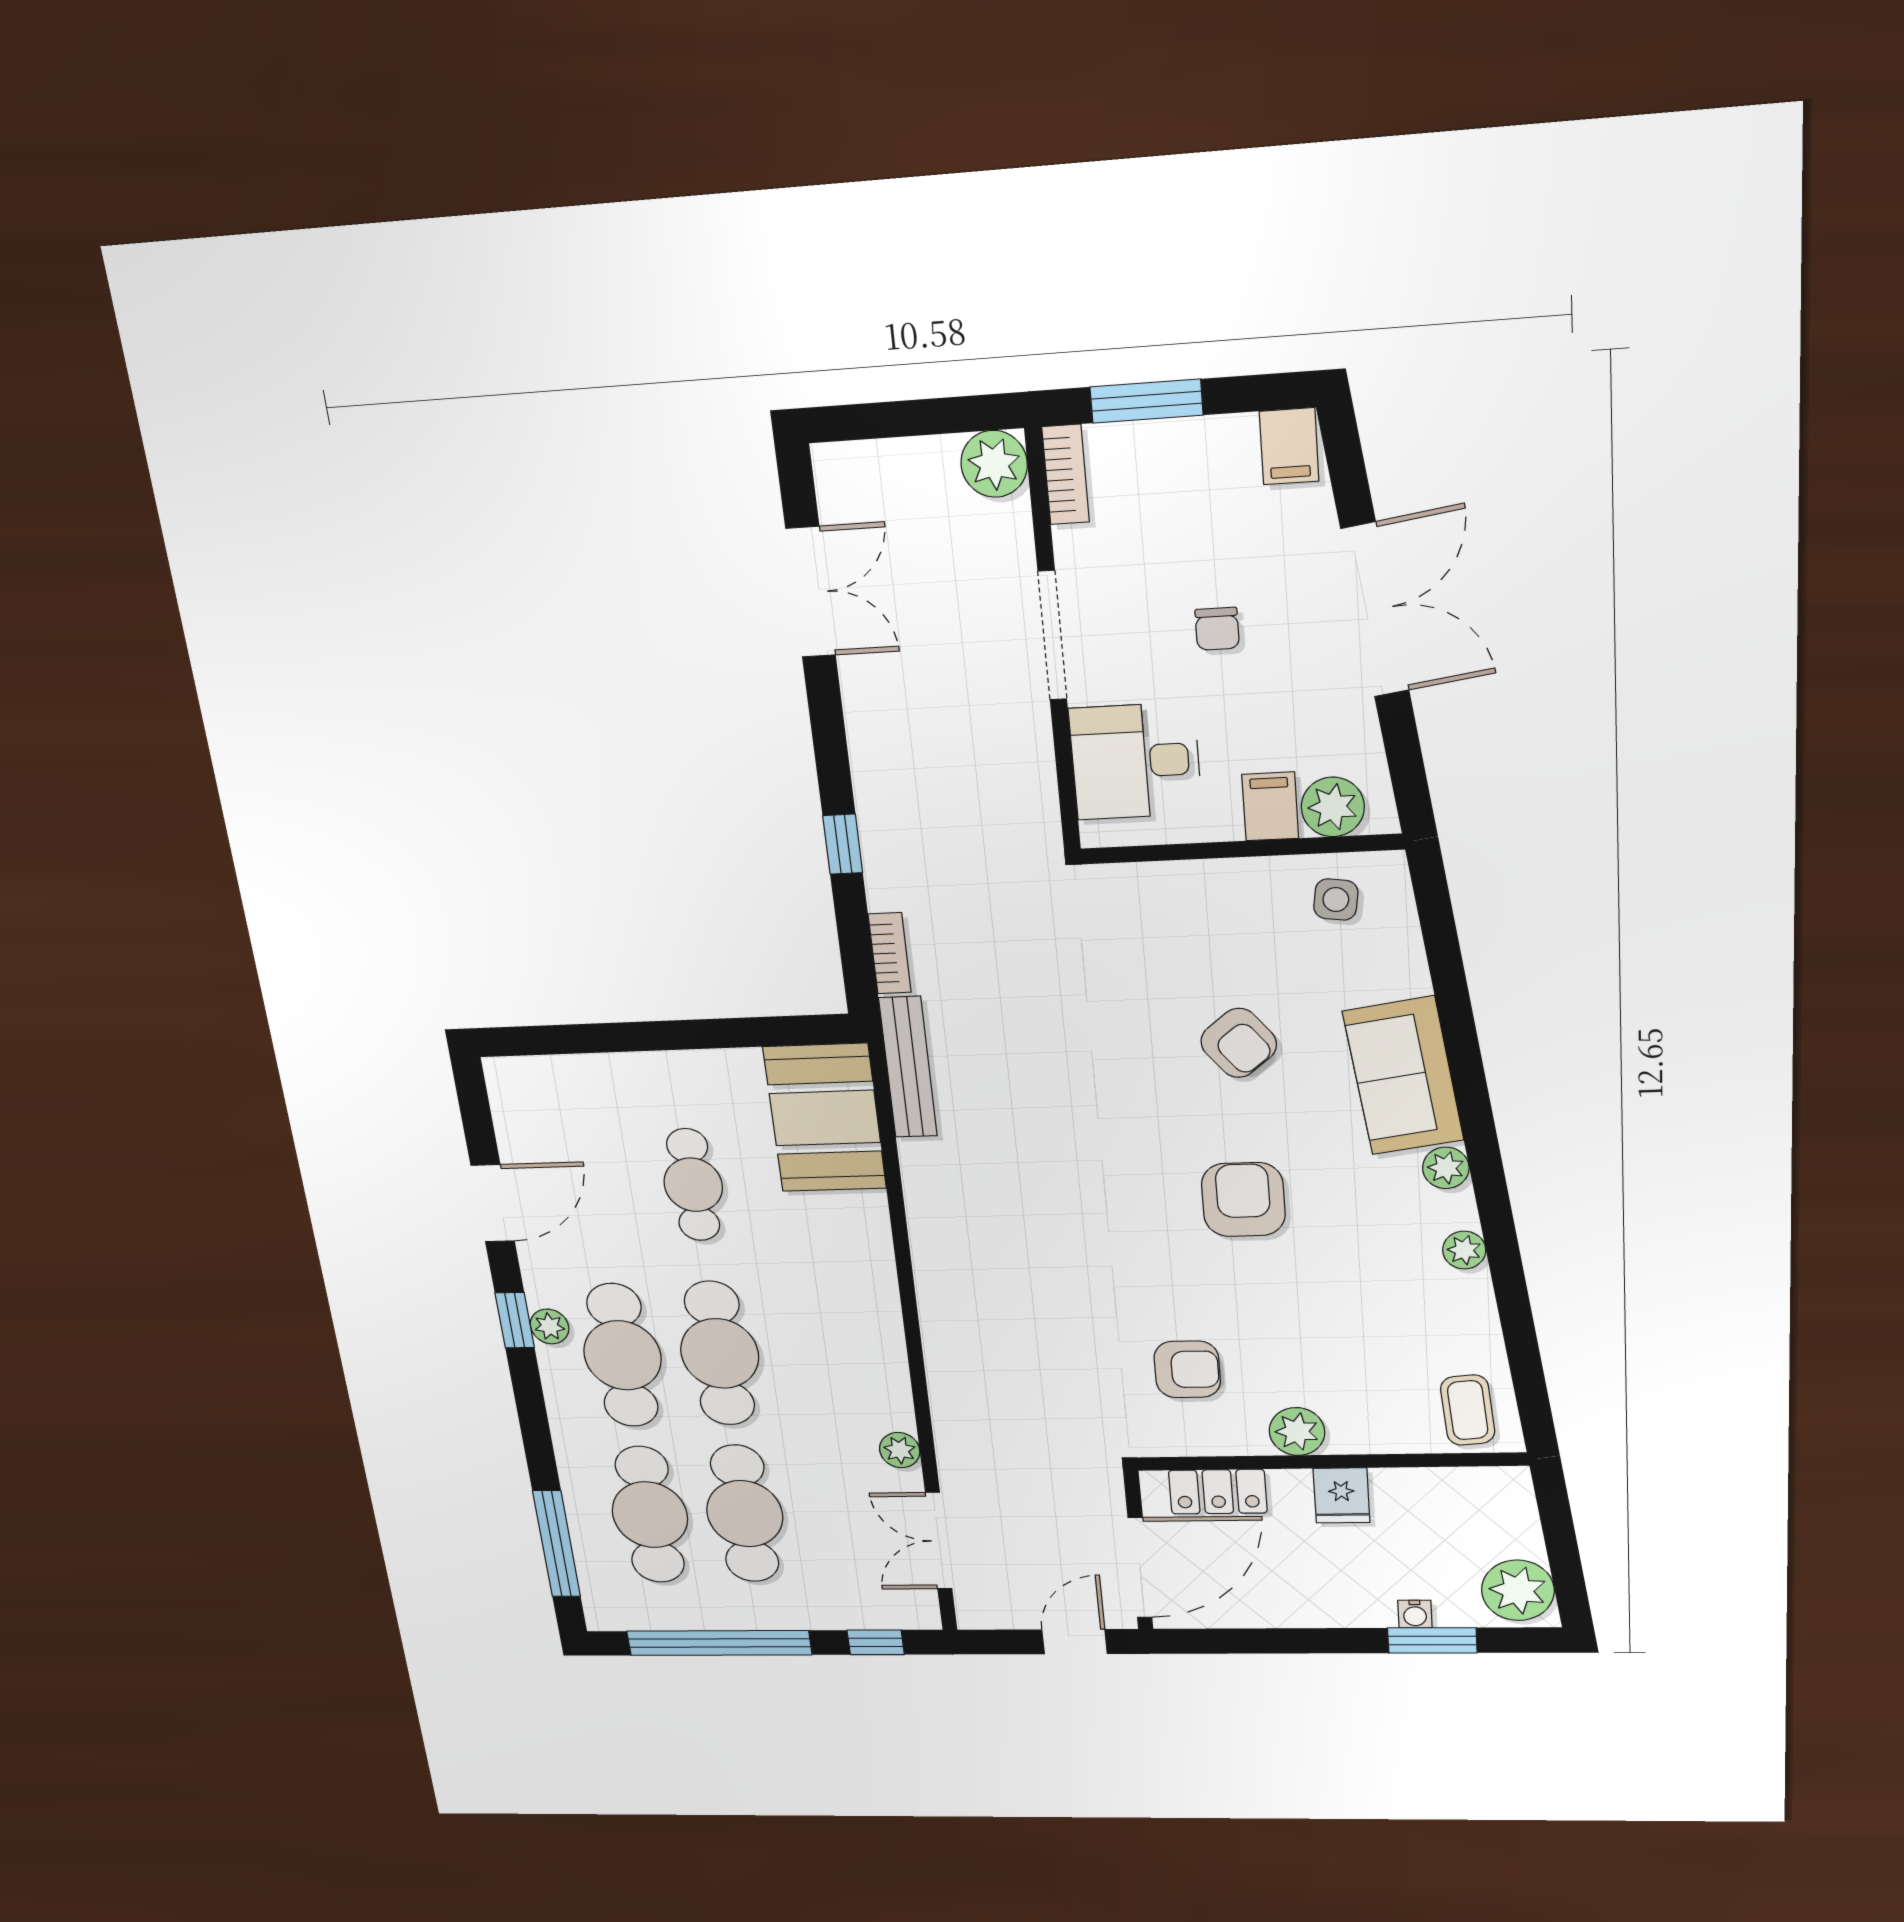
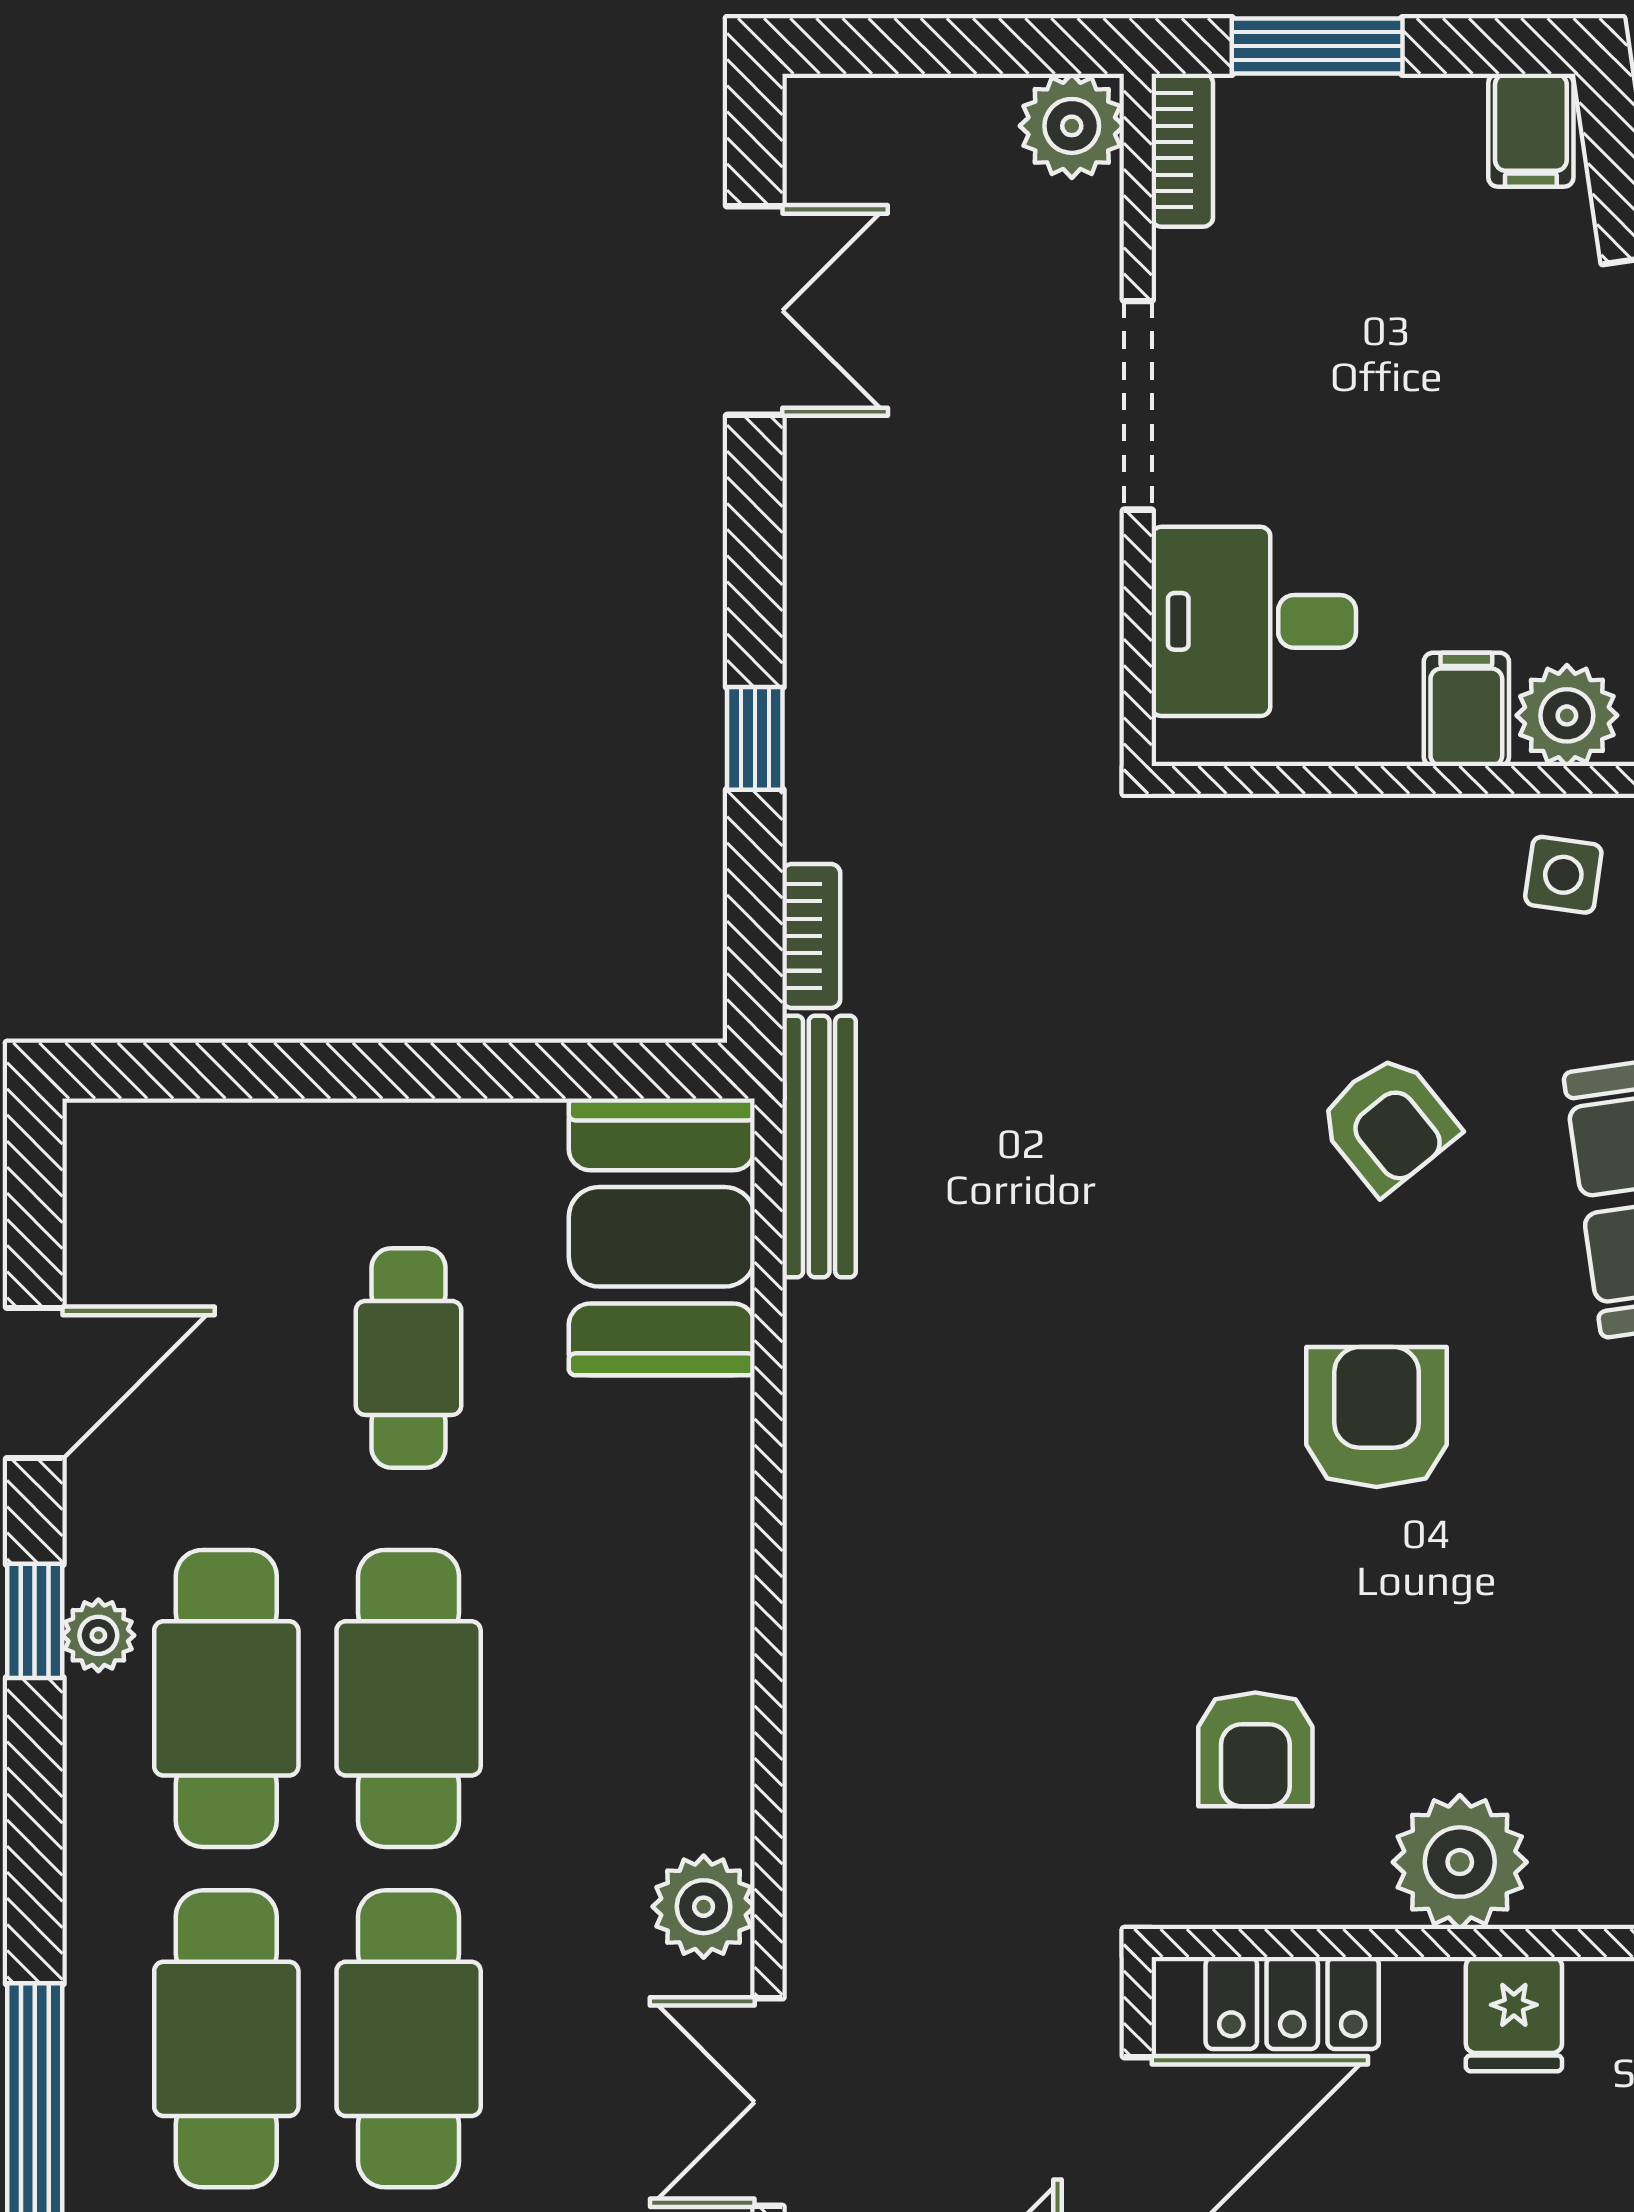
chair: (1217, 629) -> (1401, 410), removed
armchair: (1187, 1369) -> (1255, 1749), turned 90
plant: (1297, 1432) -> (1460, 1862), width x1.36, depth x1.36
plant: (900, 1450) -> (704, 1907), width x1.38, depth x1.38

